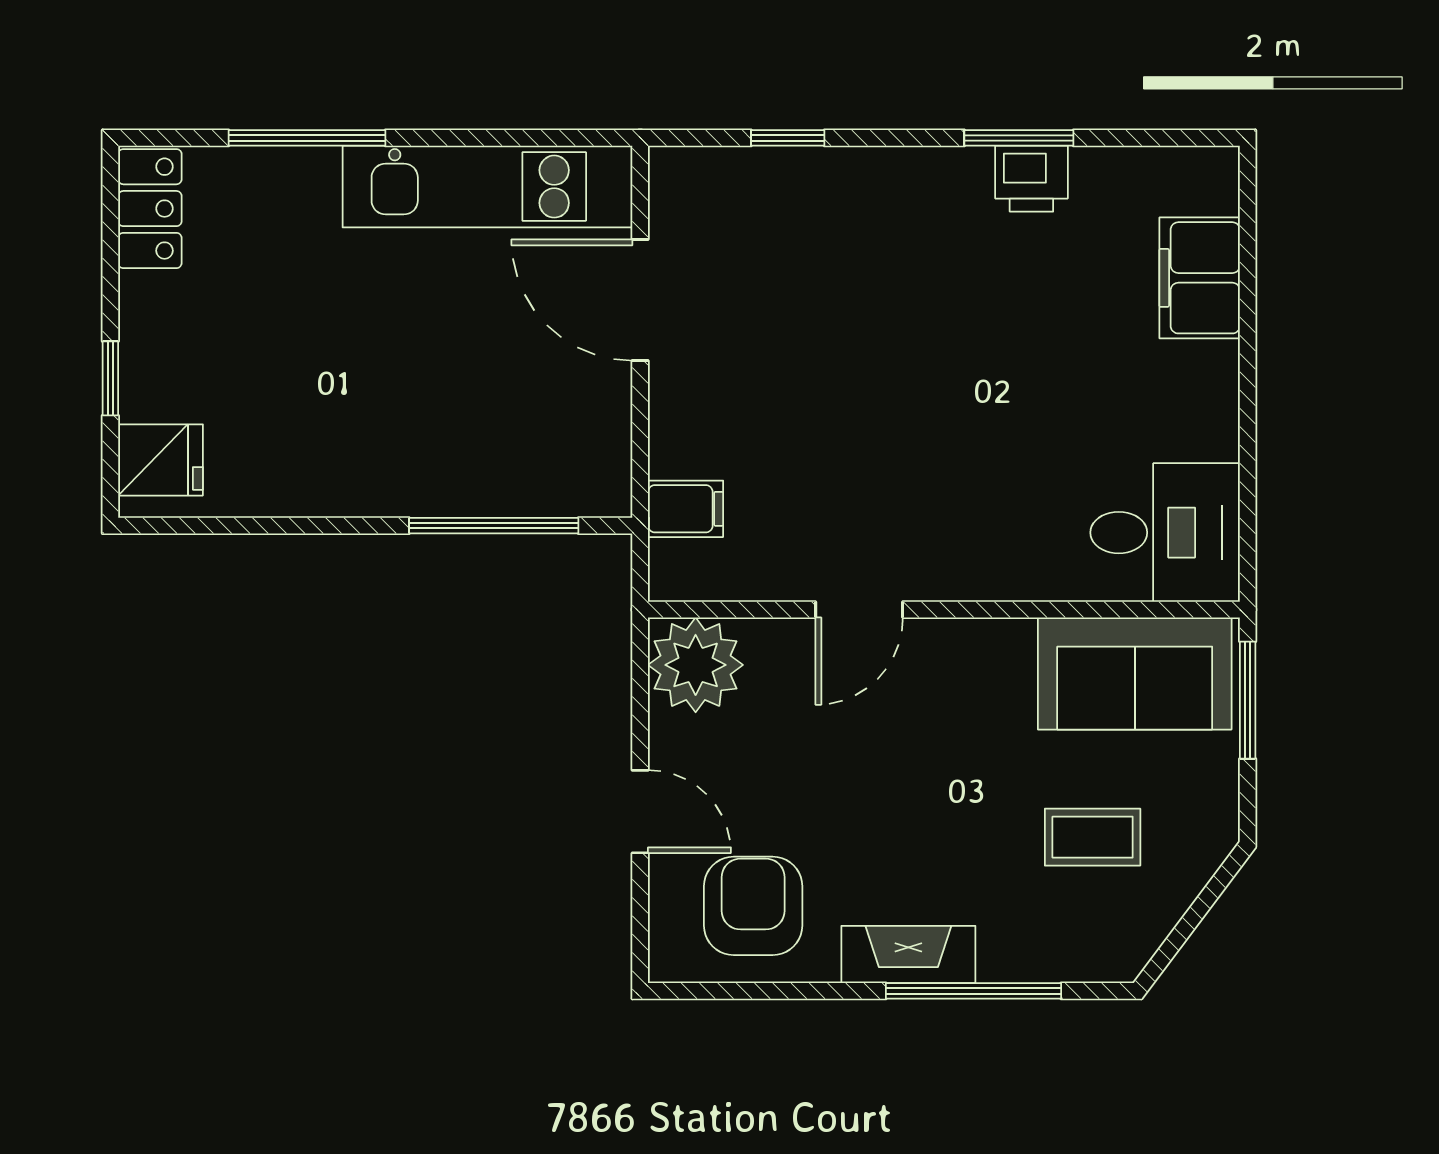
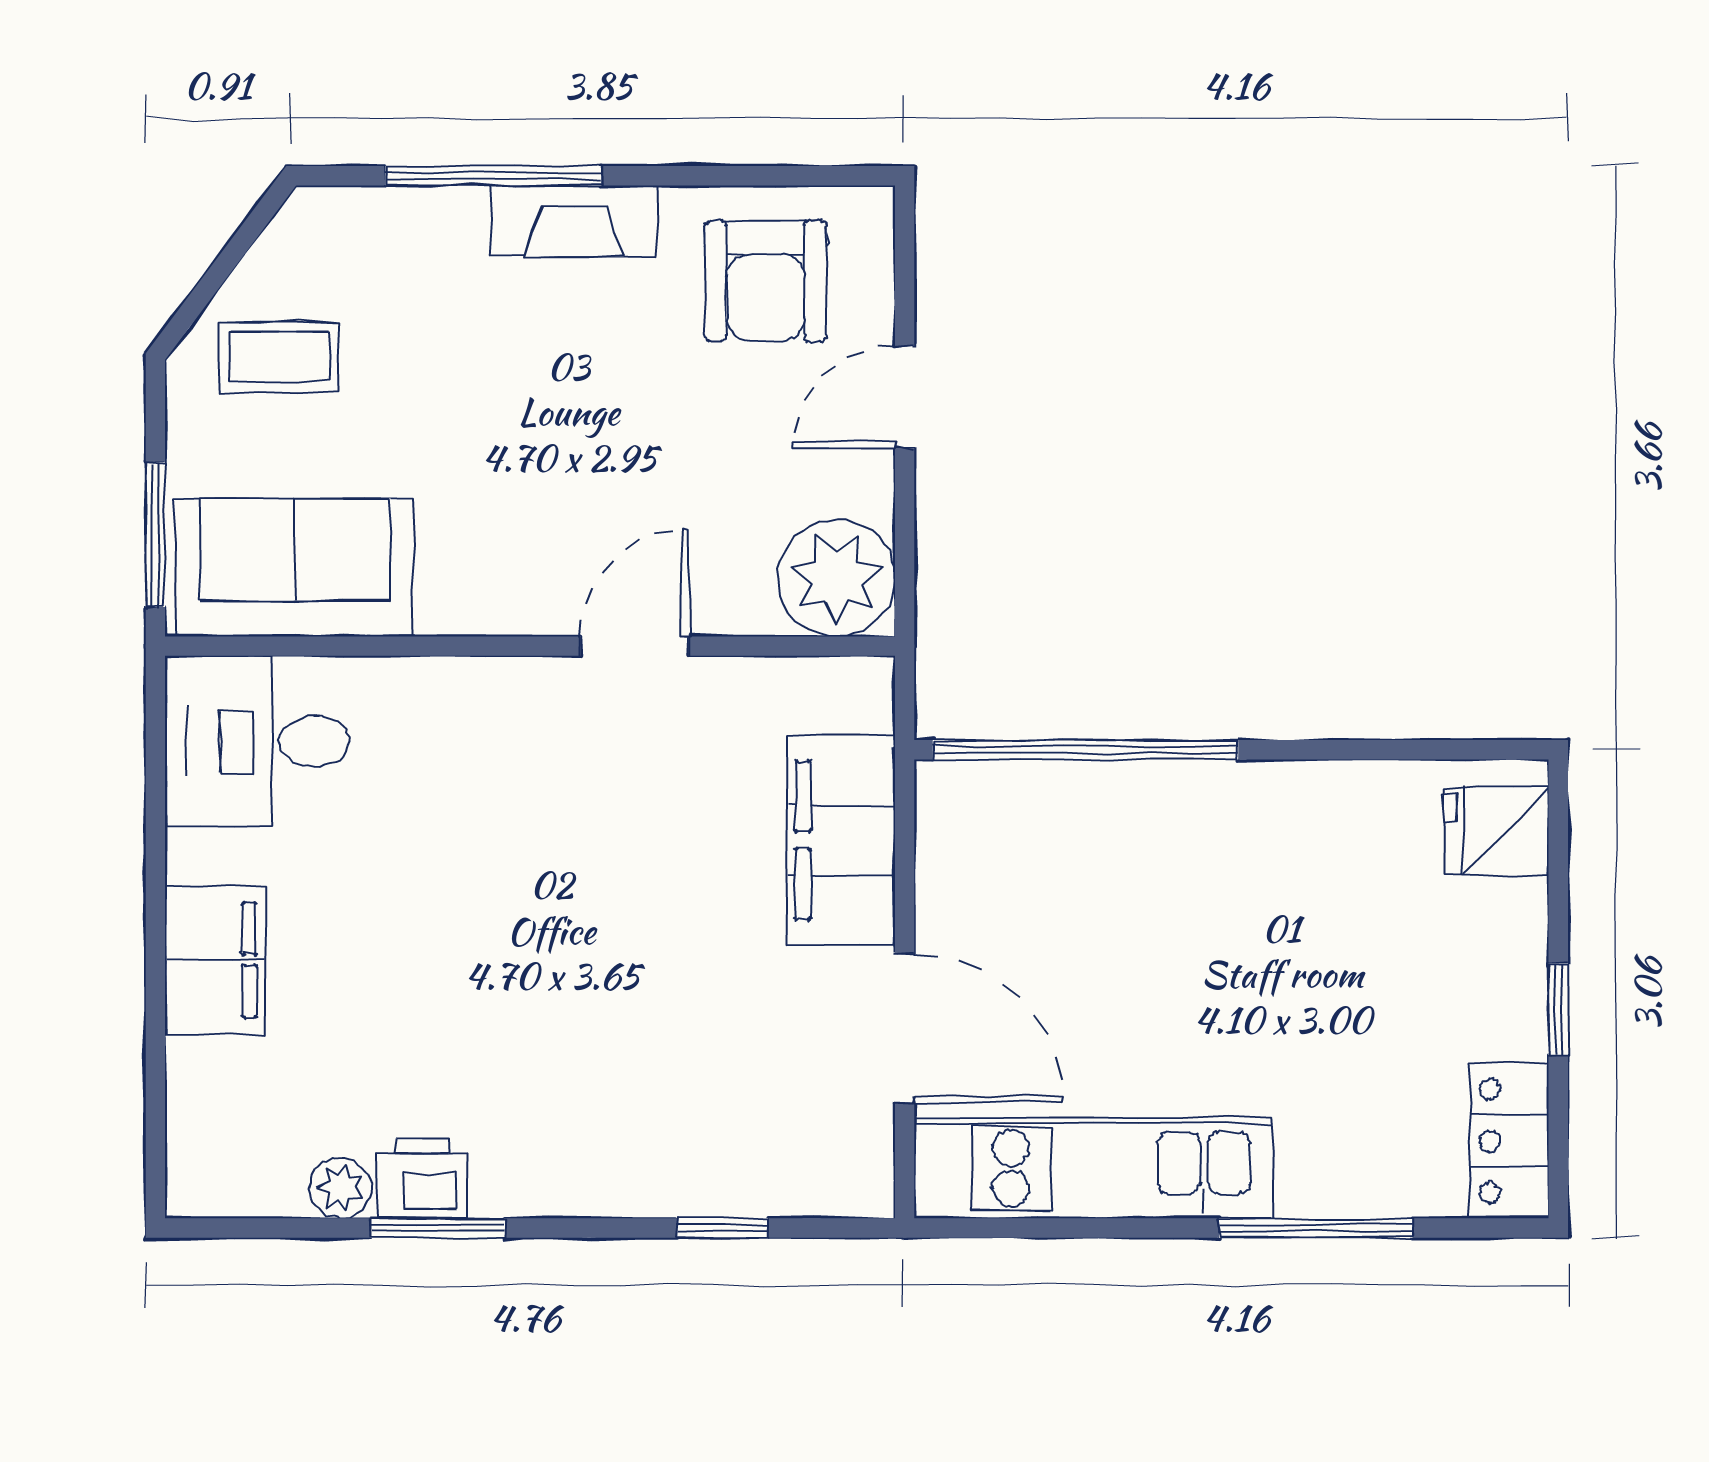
plant: (1098, 170) -> (341, 1188), added
filing cabinet: (1200, 278) -> (215, 960), moved
window: (110, 378) -> (1558, 1009), moved
filing cabinet: (686, 509) -> (841, 840), width x3.00, depth x1.17
window: (494, 526) -> (1085, 750), width x1.46
door: (640, 812) -> (905, 397), hinge flipped
coffee table: (1093, 837) -> (279, 357), moved

